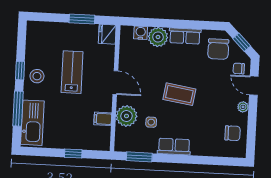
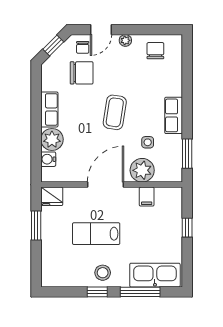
chair: (218, 49) -> (82, 73), moved
door: (115, 83) -> (106, 185), width x1.36

